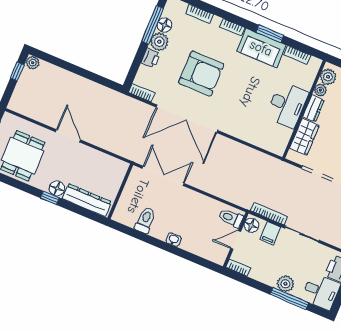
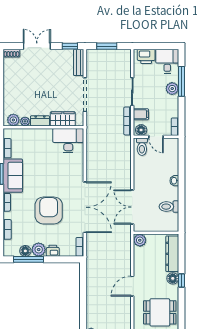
desk: (287, 105) -> (68, 141), moved
plant: (119, 168) -> (140, 240), added

